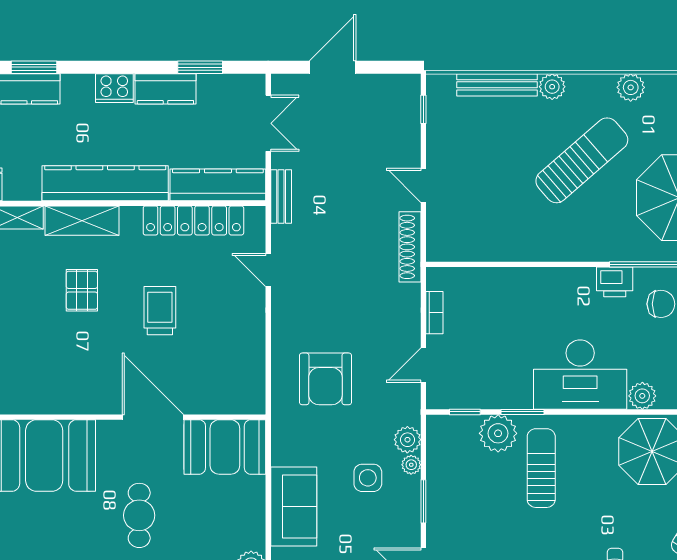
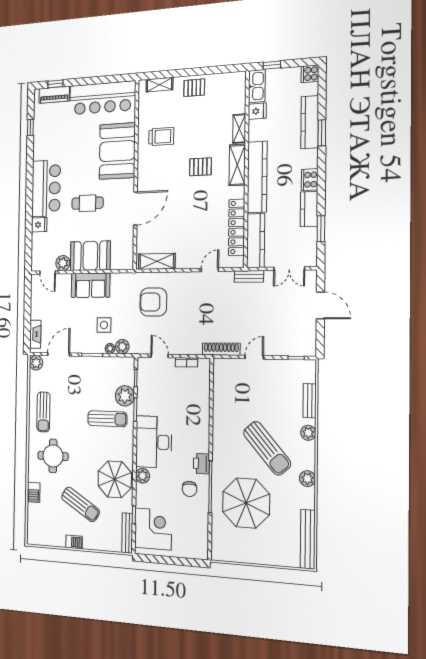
bench: (497, 85) -> (310, 401), width x0.73
trolley: (160, 311) -> (161, 137), moved
shelving: (251, 373) -> (157, 261), added
booth: (225, 447) -> (90, 256), moved, turned 90

